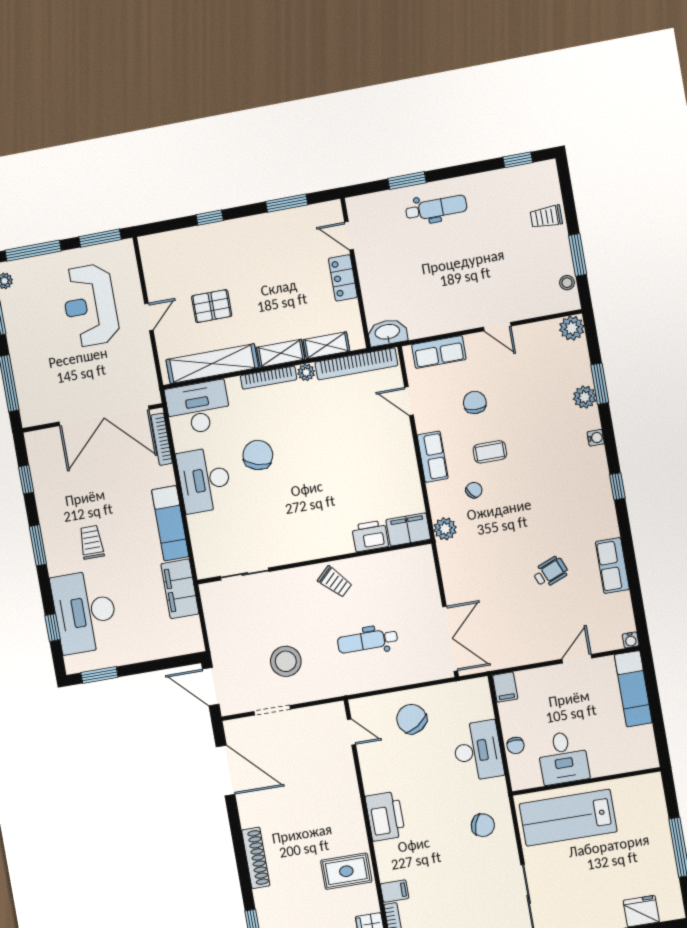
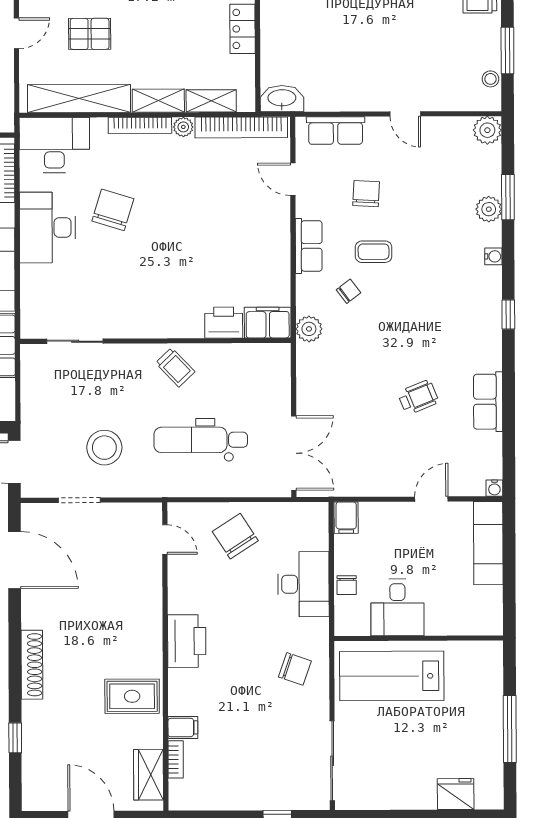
dental chair: (368, 641) -> (201, 440), width x1.36, depth x1.38

